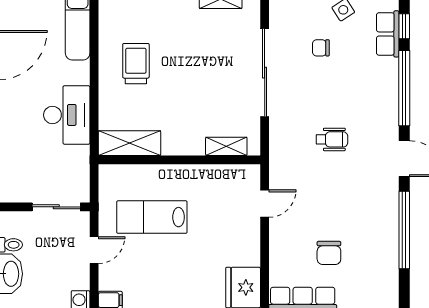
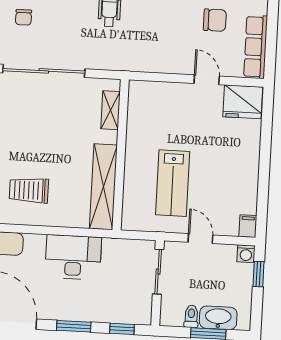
shelving: (129, 143) -> (103, 187), width x1.47
door: (265, 204) -> (207, 80), moved

